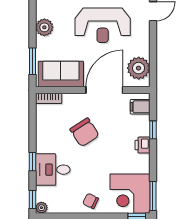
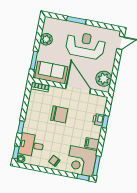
reception desk: (103, 25) -> (85, 45), turned 180
door: (104, 90) -> (78, 89), hinge flipped
filing cabinet: (140, 107) -> (92, 144), moved
chair: (85, 132) -> (59, 114), turned -57
printer: (142, 145) -> (98, 120), moved
desk: (53, 170) -> (31, 145), moved

